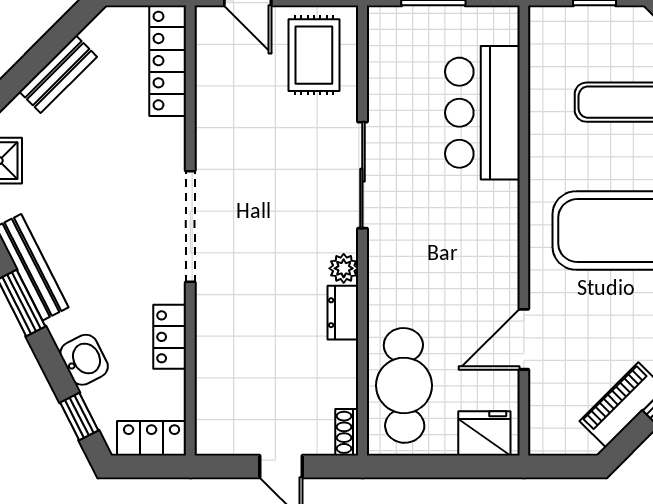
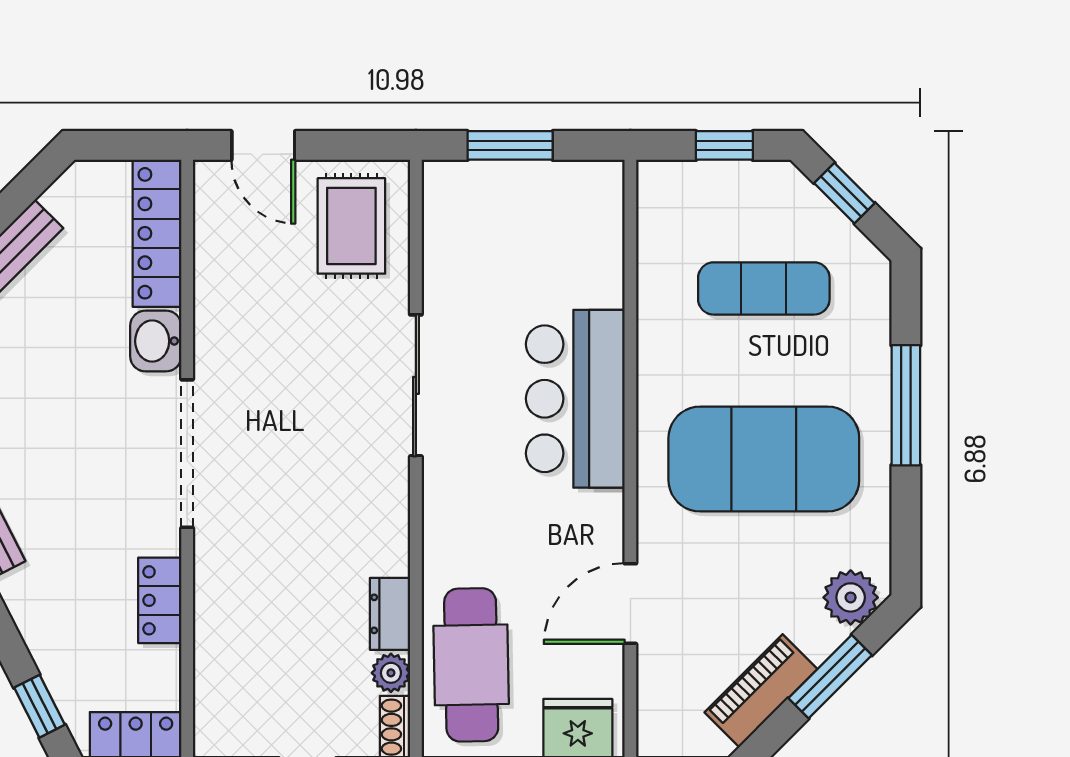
bar counter: (482, 113) -> (575, 399), moved
plant: (344, 268) -> (391, 673), moved
dresser: (343, 313) -> (390, 614), moved
washbasin: (84, 360) -> (156, 341), moved, turned -153

